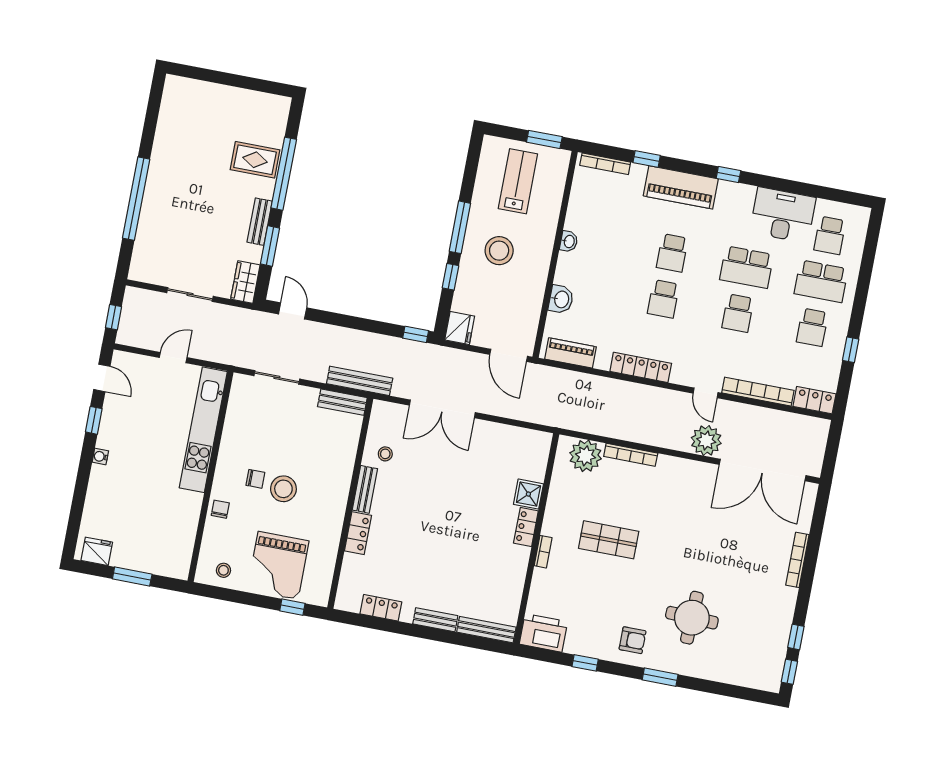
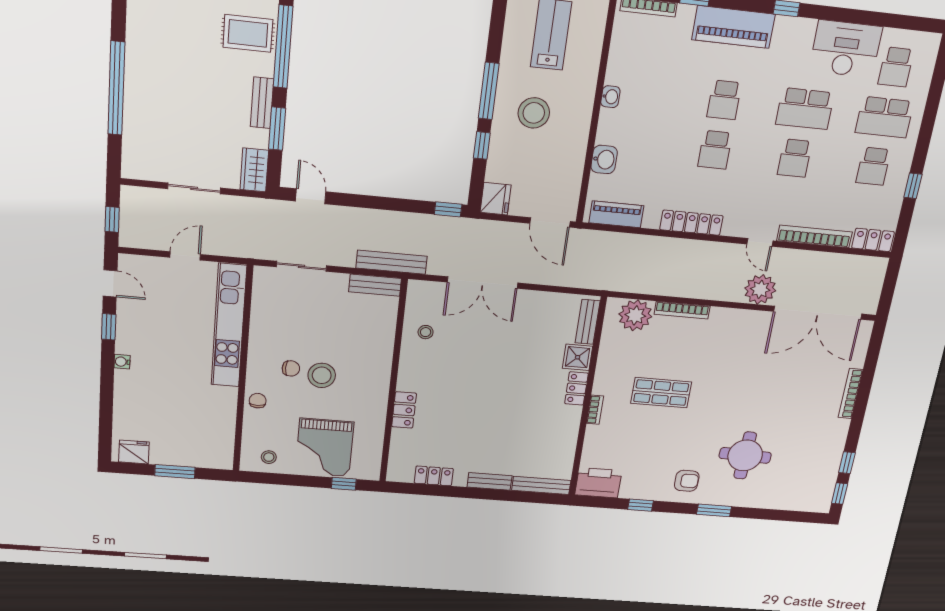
bench: (365, 489) -> (588, 322), moved

